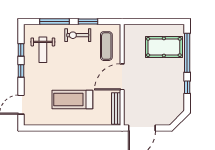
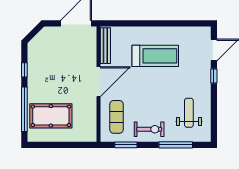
window: (88, 22) -> (126, 145), moved
window: (21, 50) -> (214, 113), removed
window: (21, 71) -> (214, 76), moved

